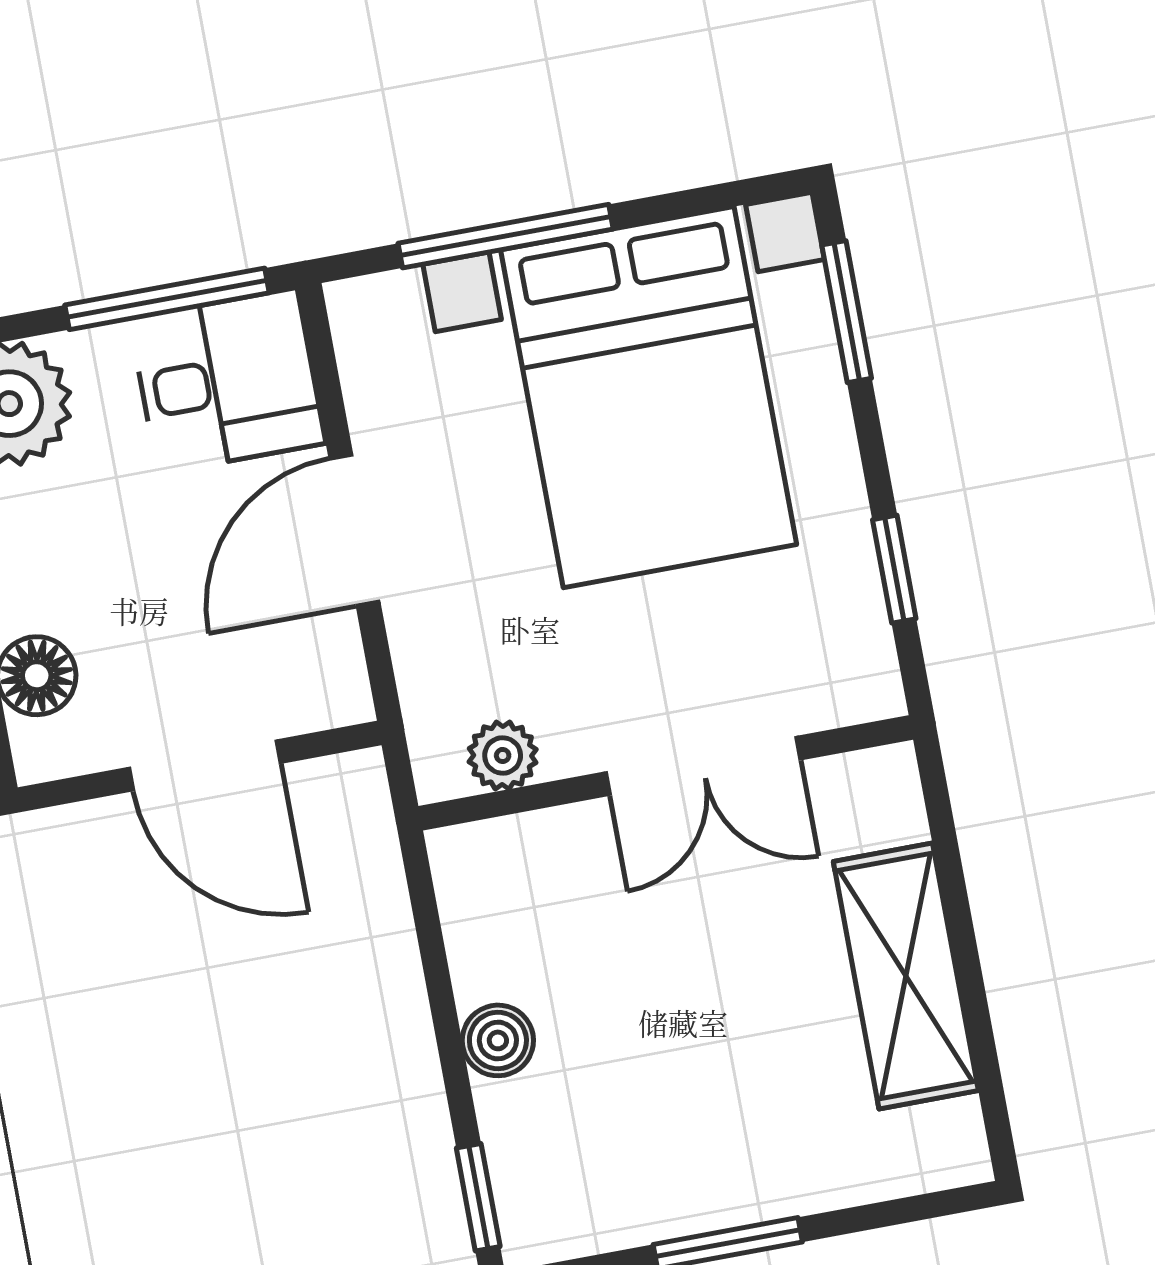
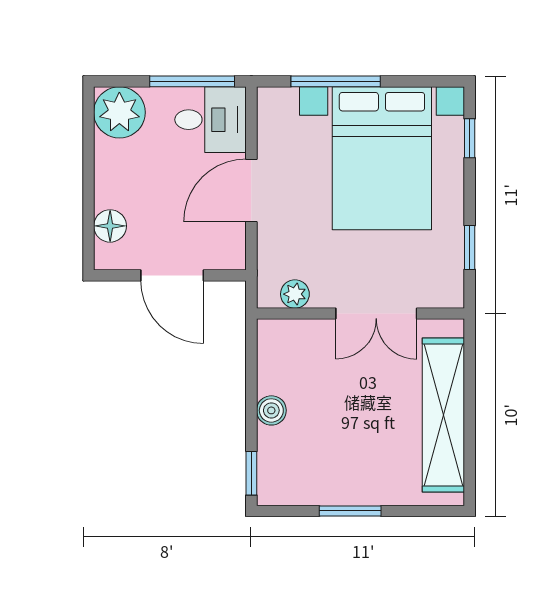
window: (847, 312) -> (470, 138), width x0.67
shelving: (906, 976) -> (443, 415), width x1.47

